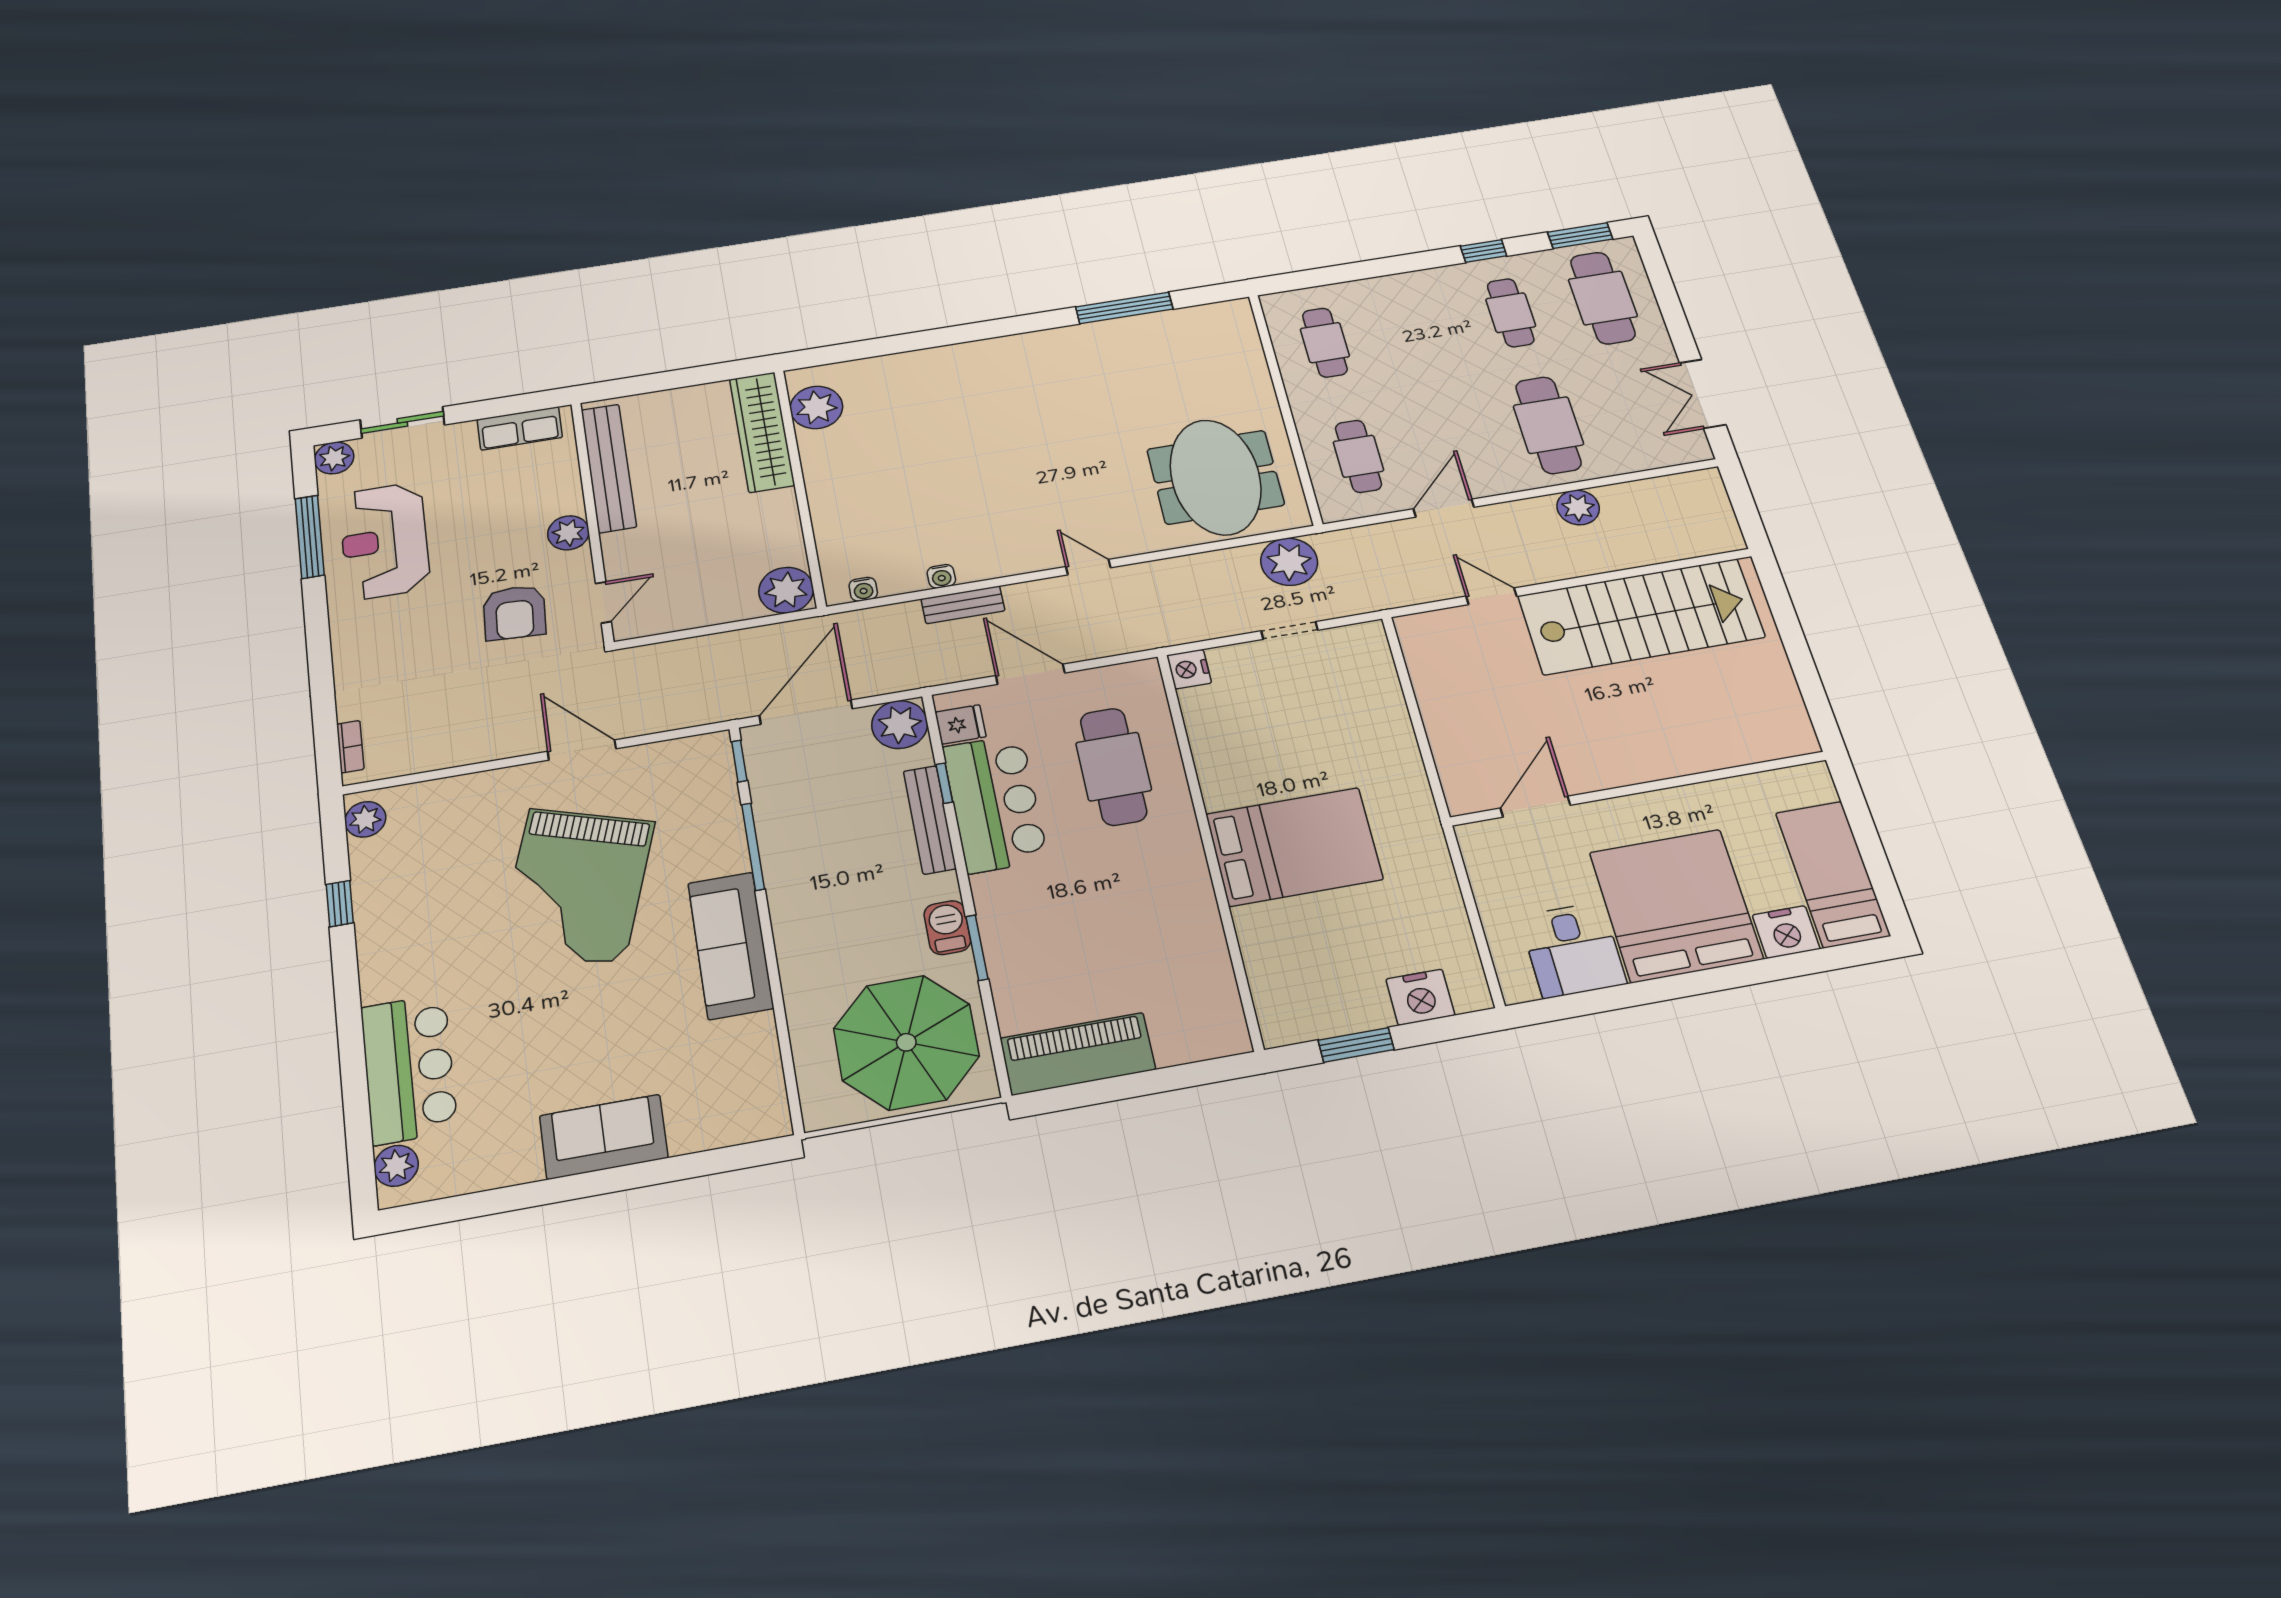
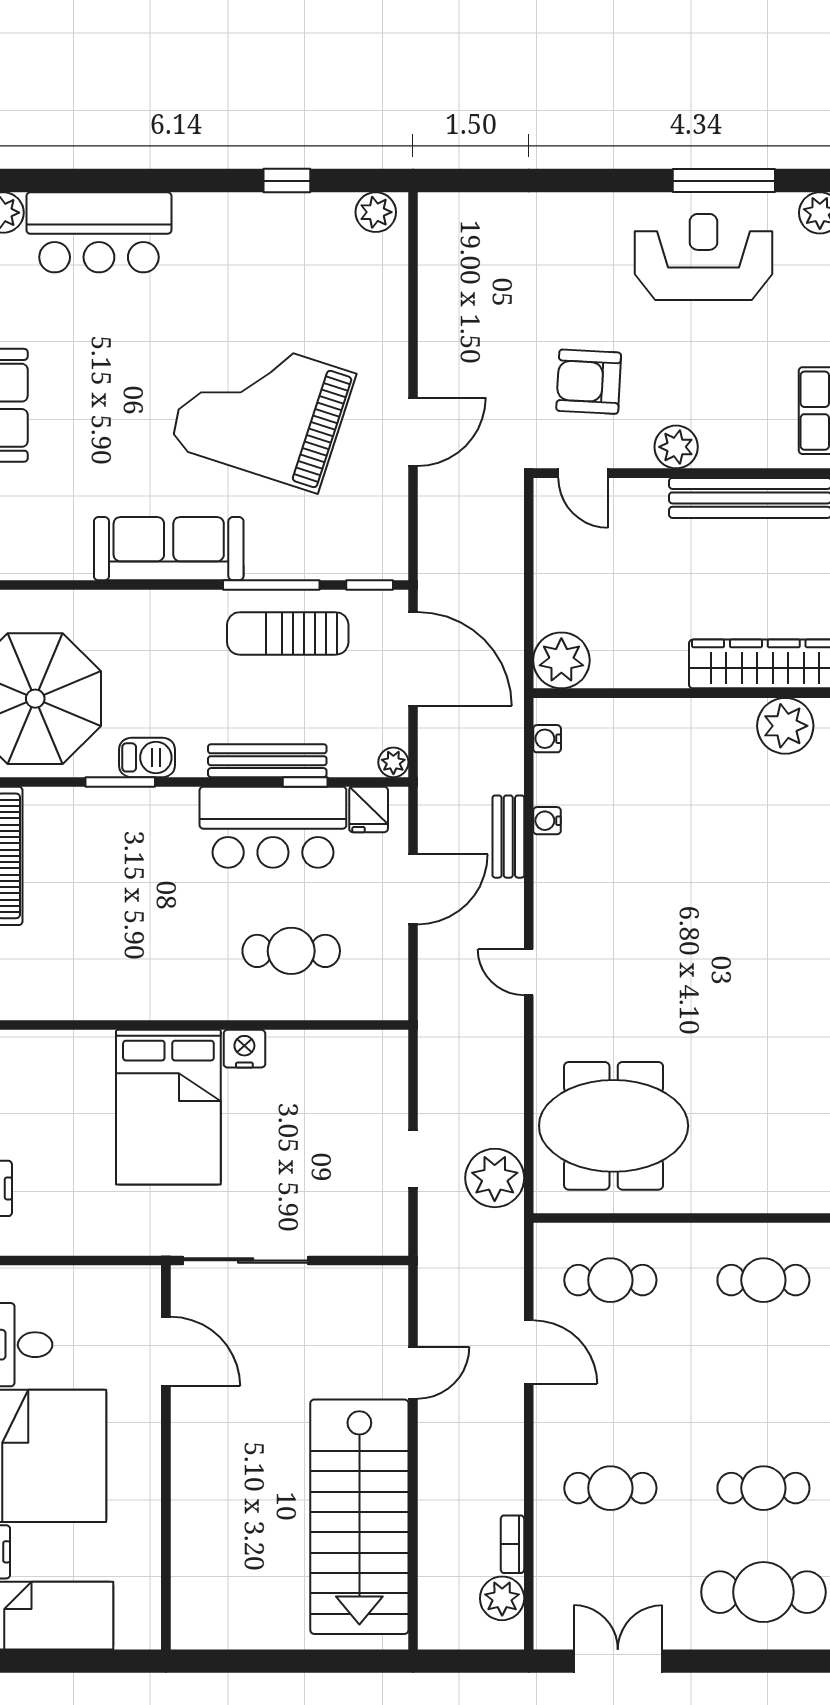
cafe table: (1548, 425) -> (610, 1488), width x0.73, depth x0.74
plant: (1578, 507) -> (502, 1598), moved
door: (1088, 567) -> (529, 972), swing flipped
nightstand: (1189, 669) -> (244, 1049), moved
plant: (900, 725) -> (393, 762), width x0.53, depth x0.53
bookcase: (350, 747) -> (512, 1544), moved, turned 90
sliding door: (1426, 753) -> (246, 1260), added
cafe table: (1114, 766) -> (291, 951), width x0.73, depth x0.74
sun lounger: (799, 824) -> (288, 633), added

